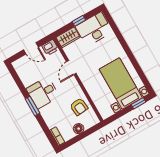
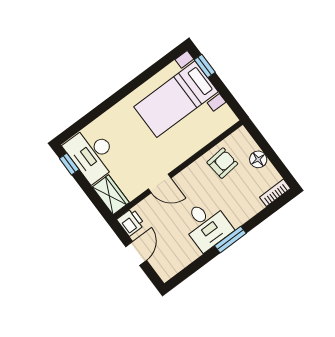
window: (79, 21) -> (69, 164), moved

